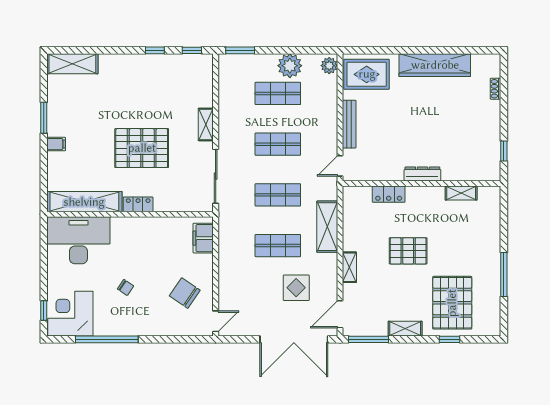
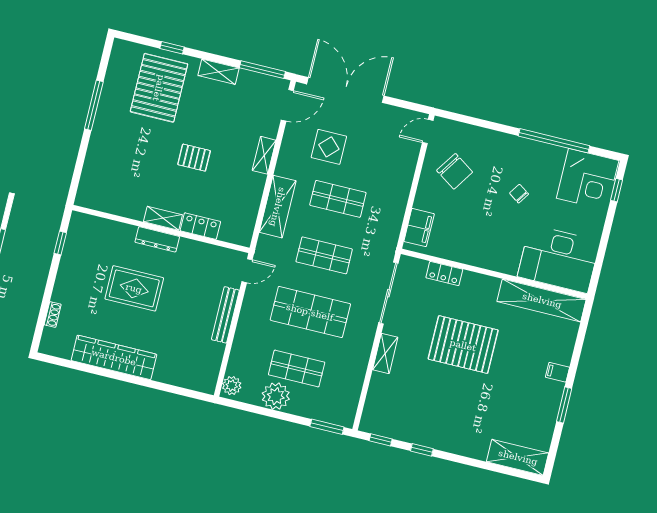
rug: (367, 74) -> (134, 288), moved
shop shelf: (278, 144) -> (310, 312), width x1.43, depth x1.36
shelving: (461, 193) -> (163, 218), moved
locker: (138, 204) -> (444, 274), moved
pallet: (408, 251) -> (194, 158), width x0.67, depth x0.71

